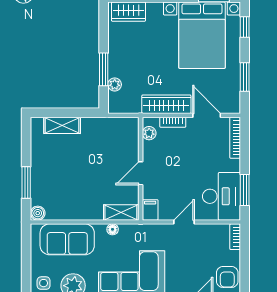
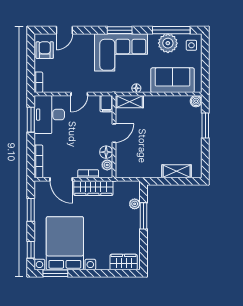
floor lamp: (150, 149) -> (106, 152), added

